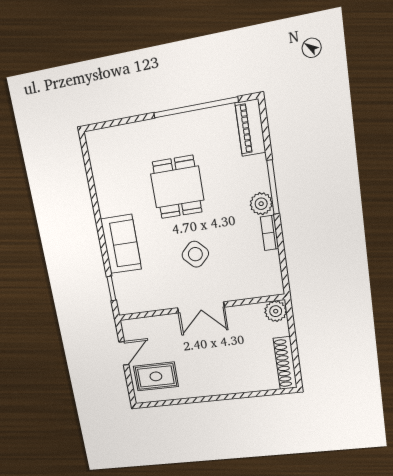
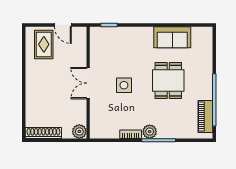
piano: (250, 128) -> (205, 116), moved, turned -90
dining table: (177, 187) -> (168, 81), turned 90
sofa: (121, 244) -> (172, 37), moved
side table: (195, 254) -> (124, 85), turned 45

